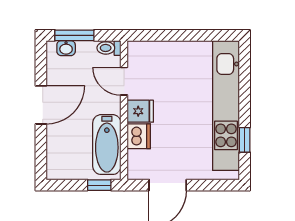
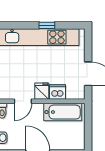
window: (245, 140) -> (47, 25), moved
window: (99, 185) -> (88, 117), removed

